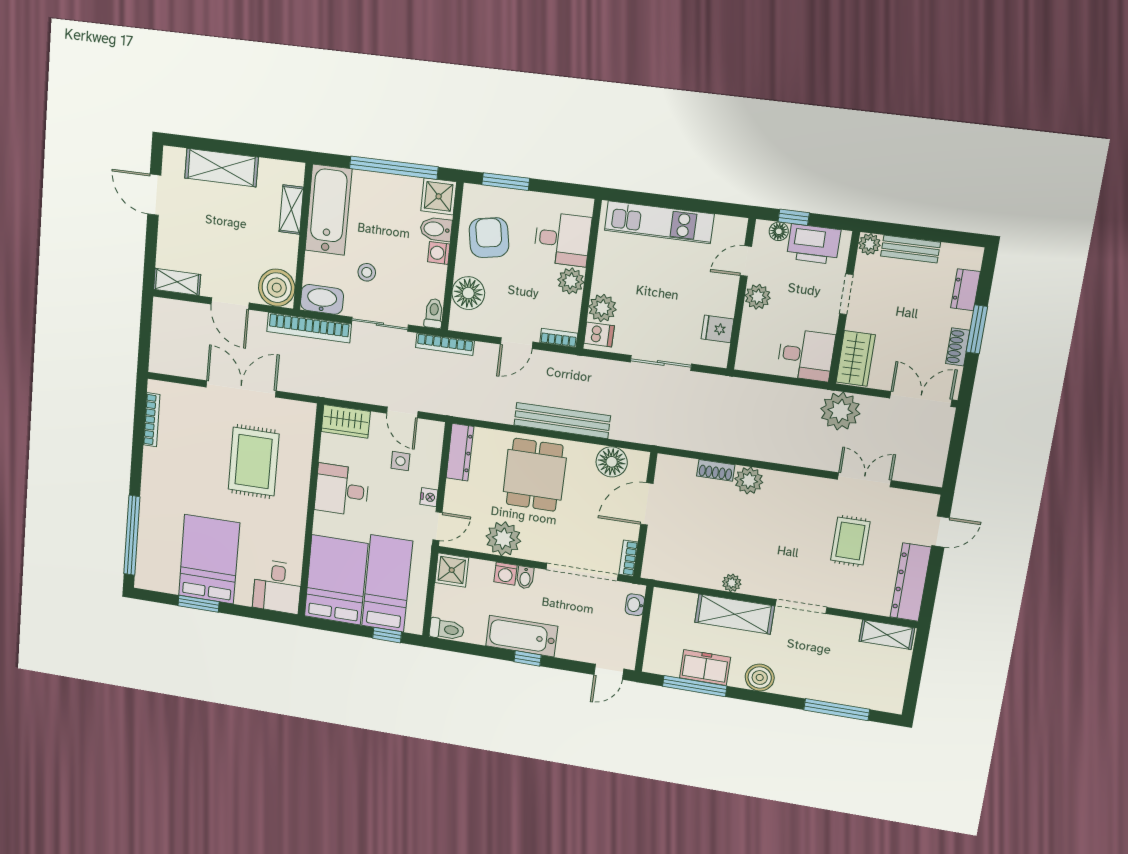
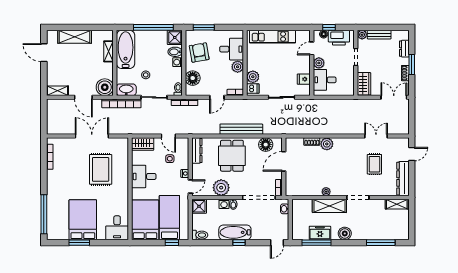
desk: (806, 355) -> (325, 80), moved, turned 180
plant: (840, 411) -> (361, 107), removed

